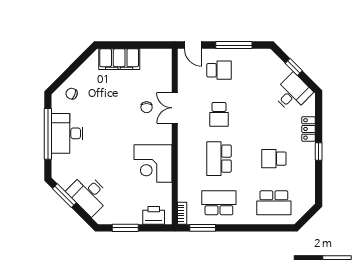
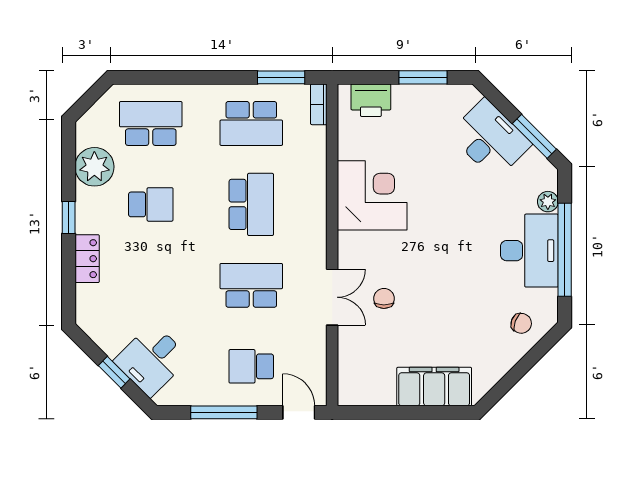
desk: (293, 93) -> (152, 360), moved
school desk: (219, 114) -> (251, 285), width x1.85
plant: (57, 160) -> (548, 202), added
plant: (305, 179) -> (94, 167), added

